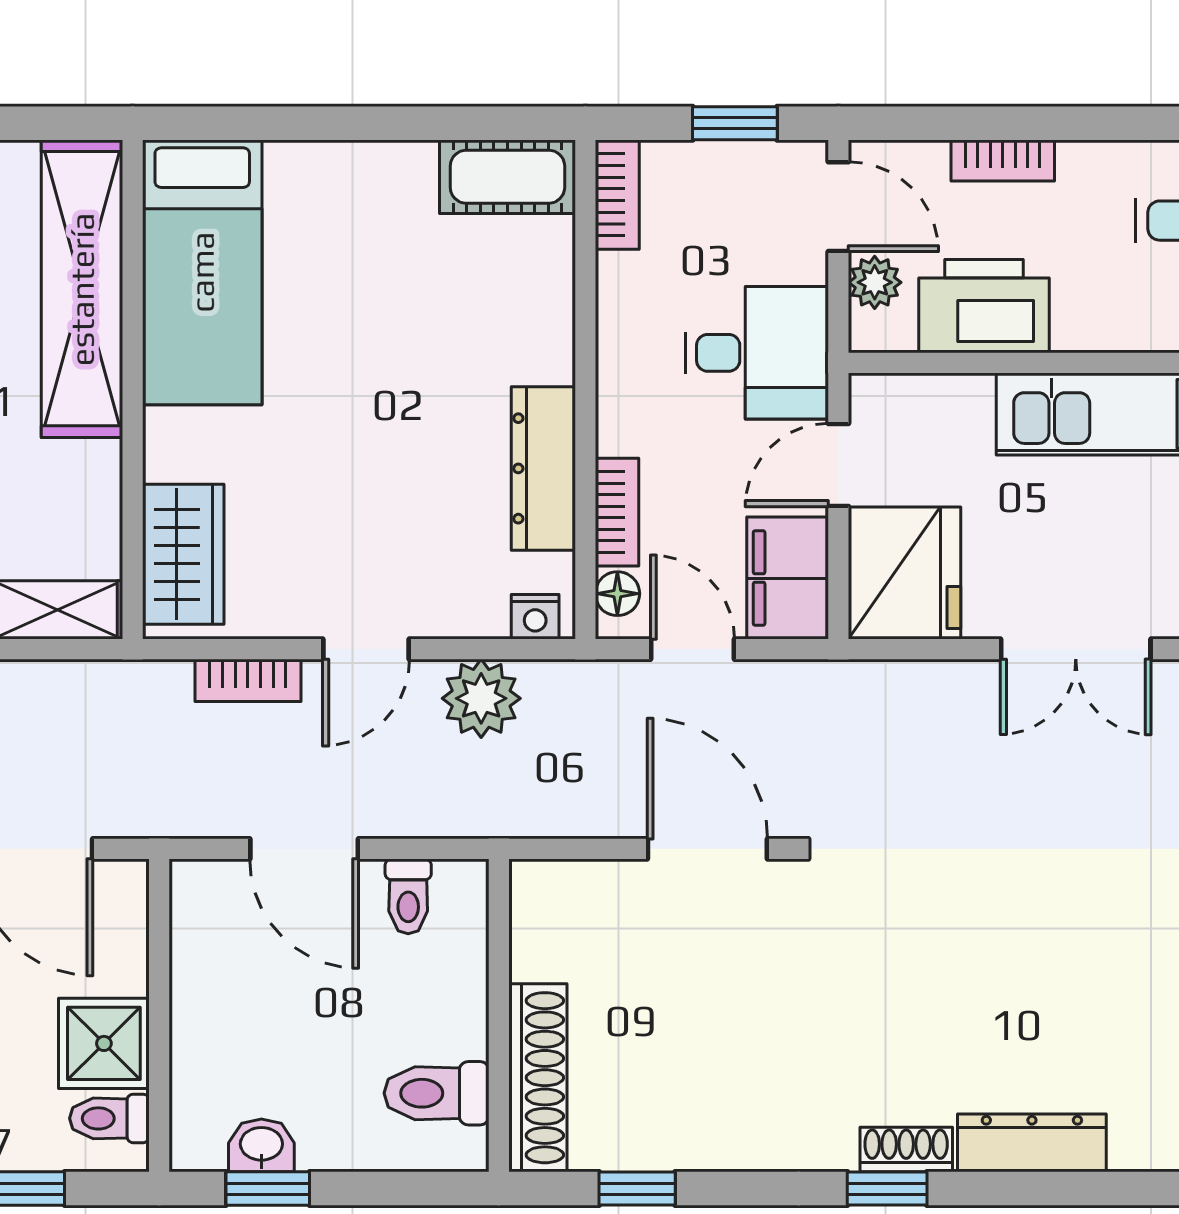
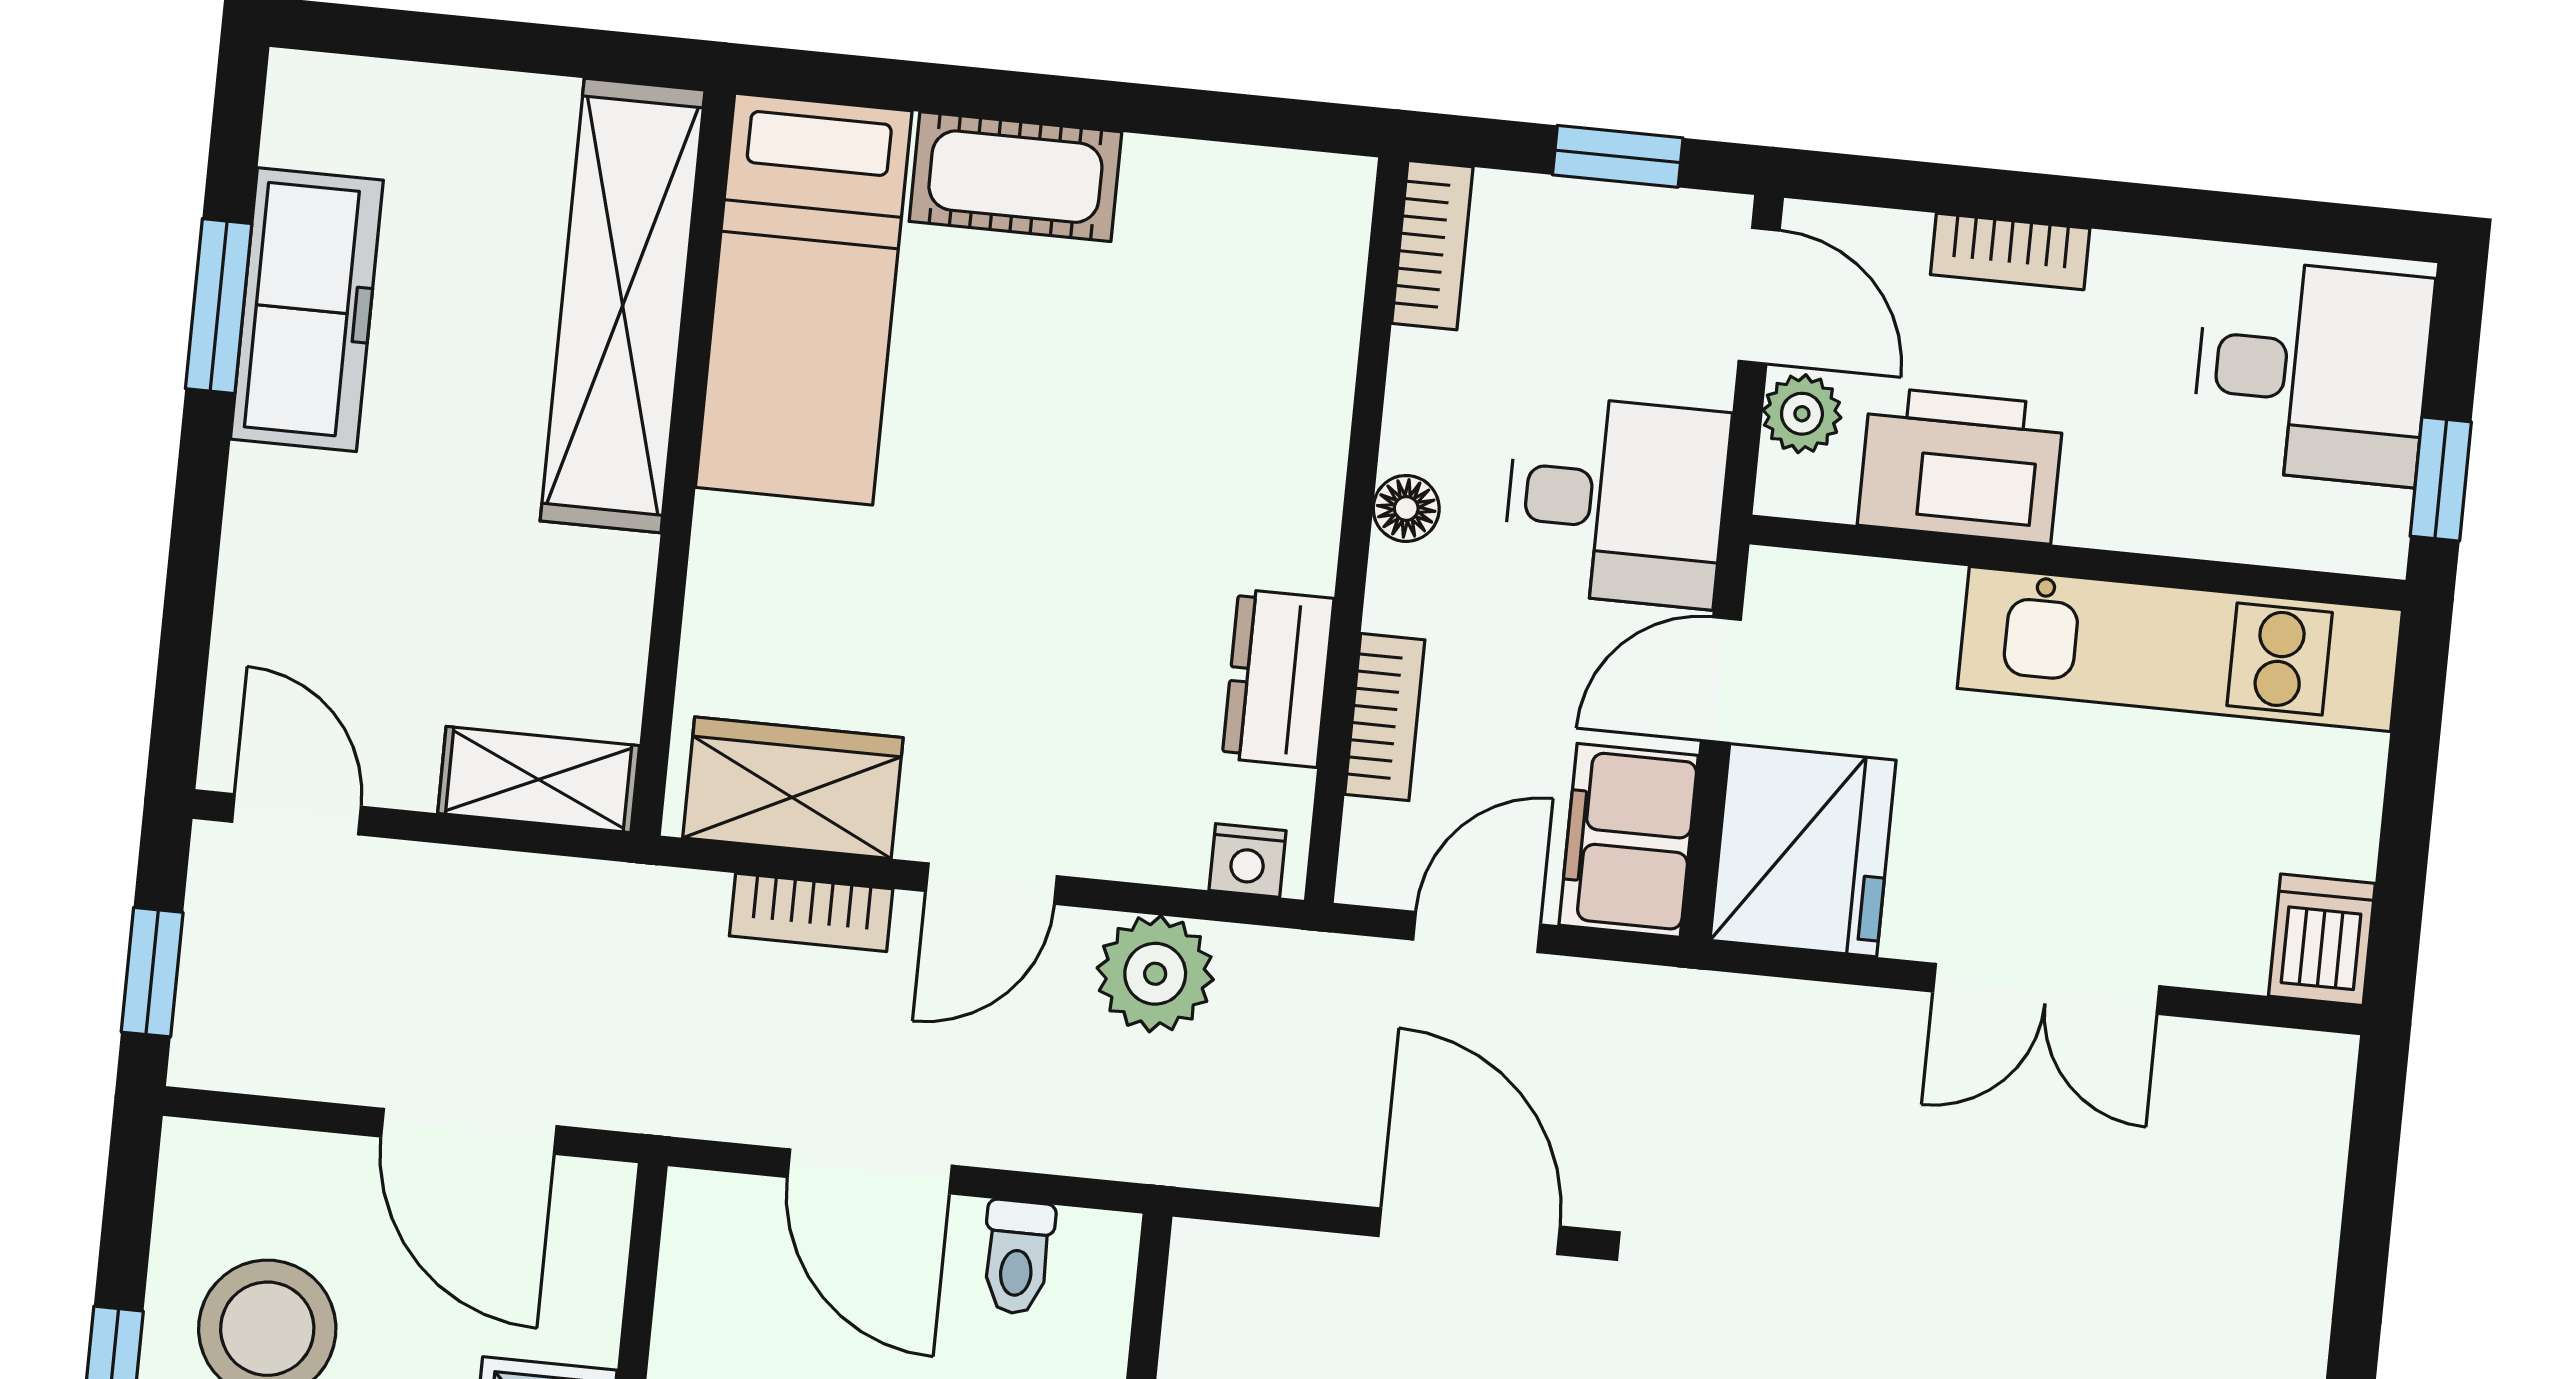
cot: (507, 177) -> (1015, 177), moved
dresser: (543, 468) -> (1278, 678), width x0.70
wardrobe: (183, 554) -> (793, 788), moved, turned -90
floor lamp: (617, 594) -> (1406, 508), moved
door: (693, 649) -> (1477, 932), hinge flipped

